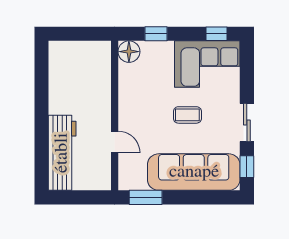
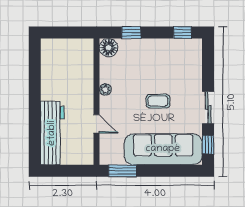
corner sofa: (207, 64) -> (175, 58), removed
plant: (125, 101) -> (105, 89), added

